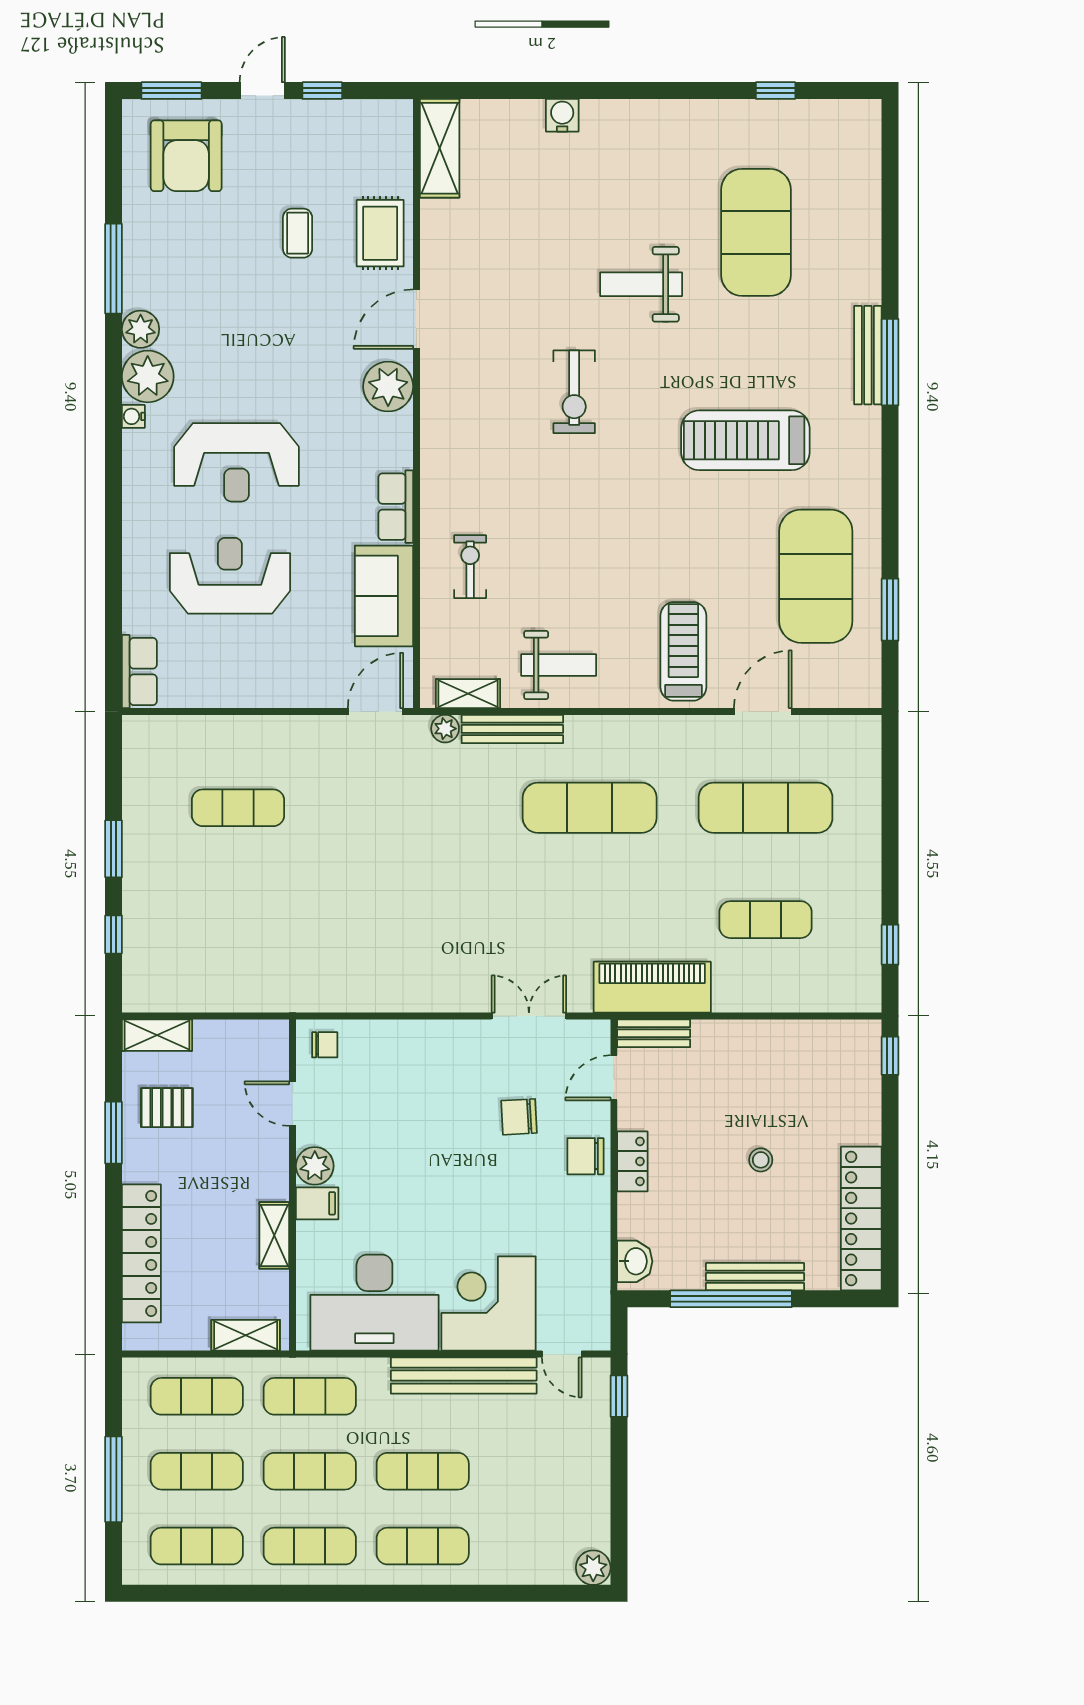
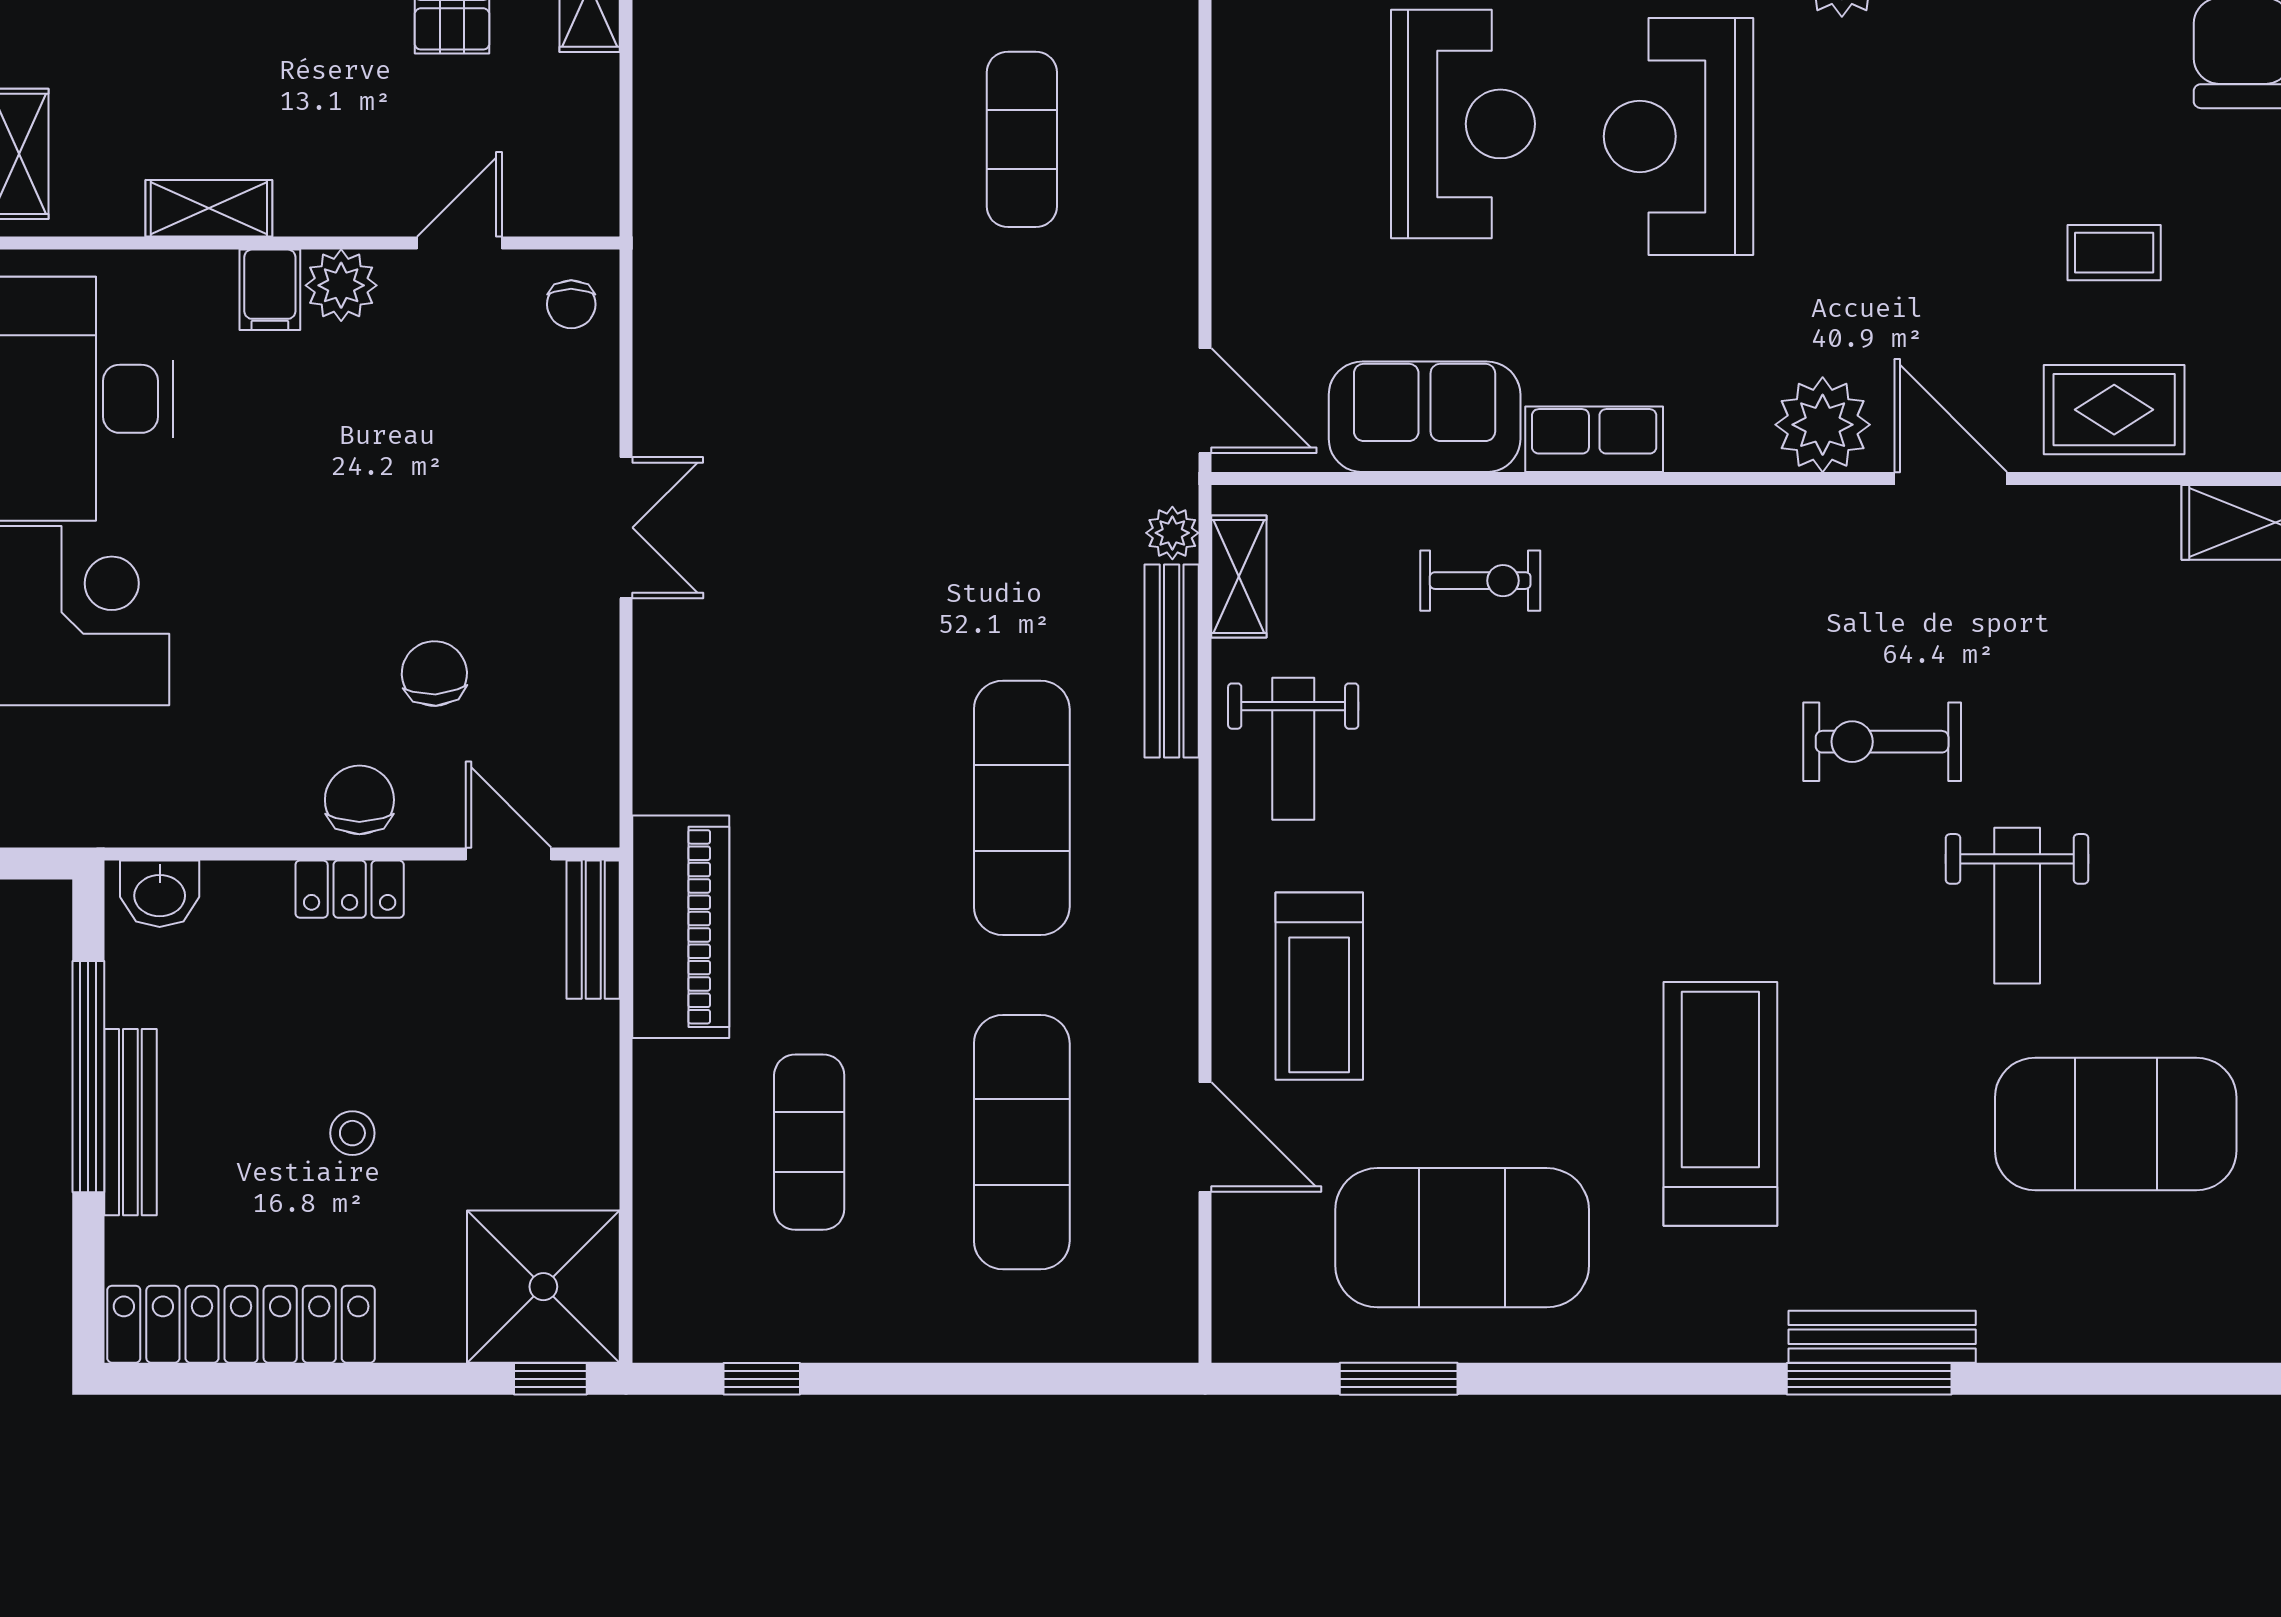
weight bench: (641, 284) -> (2017, 906), turned 180
exercise bike: (574, 392) -> (1882, 742), moved
treadmill: (683, 651) -> (1319, 986), turned 90
double door: (529, 1016) -> (626, 528), moved
shower: (842, 1059) -> (543, 1287), added

